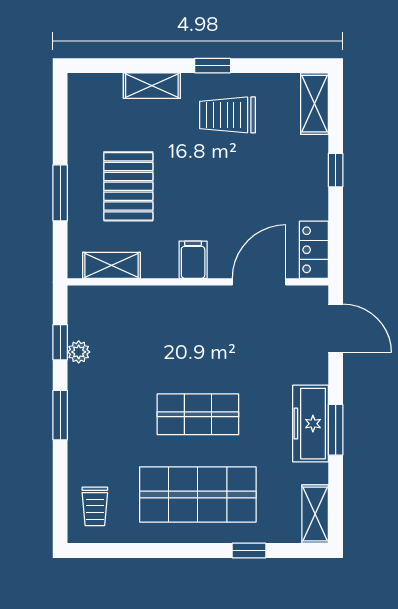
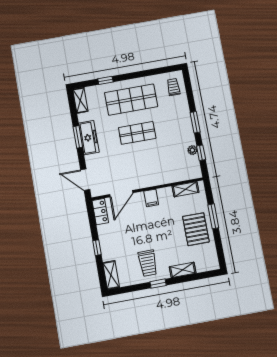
trolley: (228, 115) -> (148, 263), turned 90
pallet: (128, 186) -> (196, 229), moved

